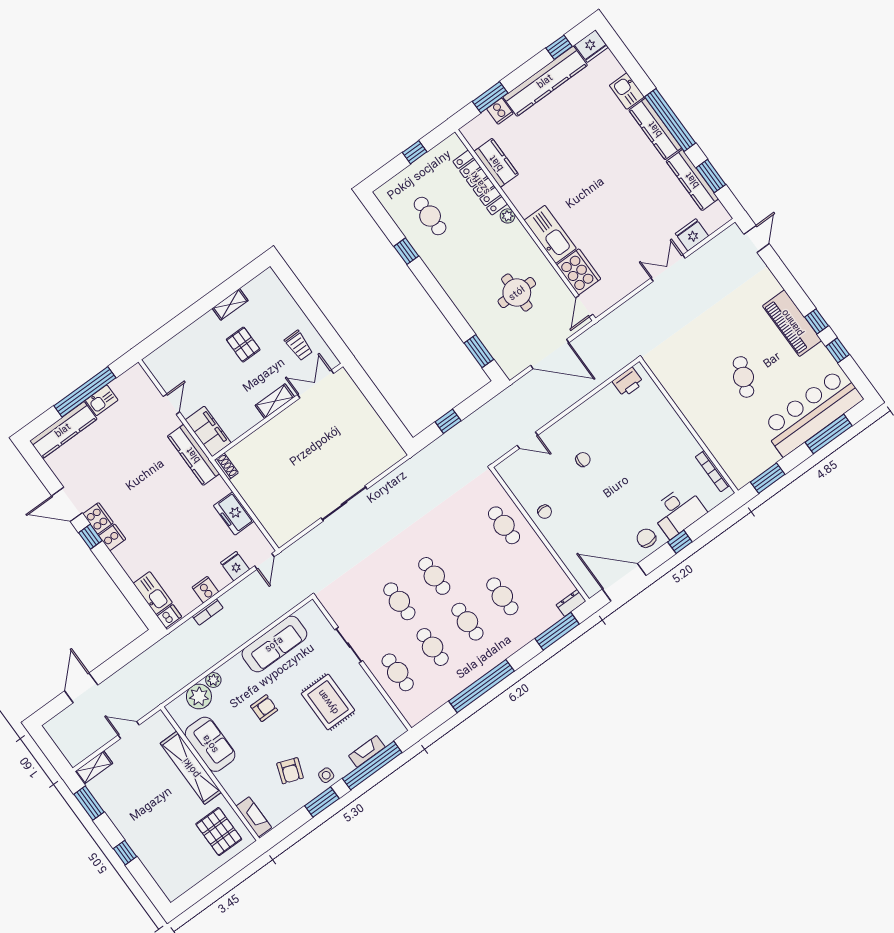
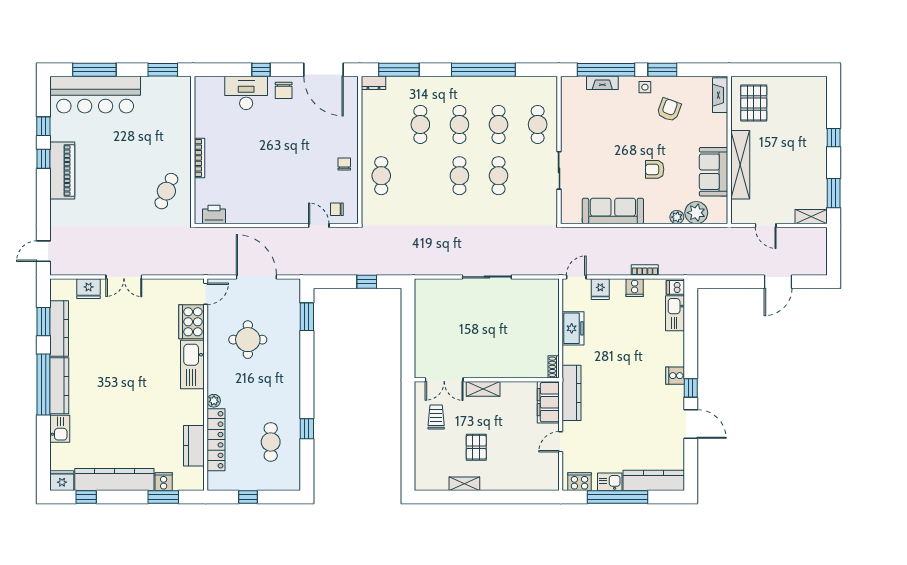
cafe table: (743, 377) -> (166, 191), moved
chair: (583, 459) -> (337, 209), moved
bookcase: (713, 471) -> (199, 158), moved
cooker: (98, 518) -> (580, 482), moved, turned 90
rug: (328, 702) -> (605, 140), removed

